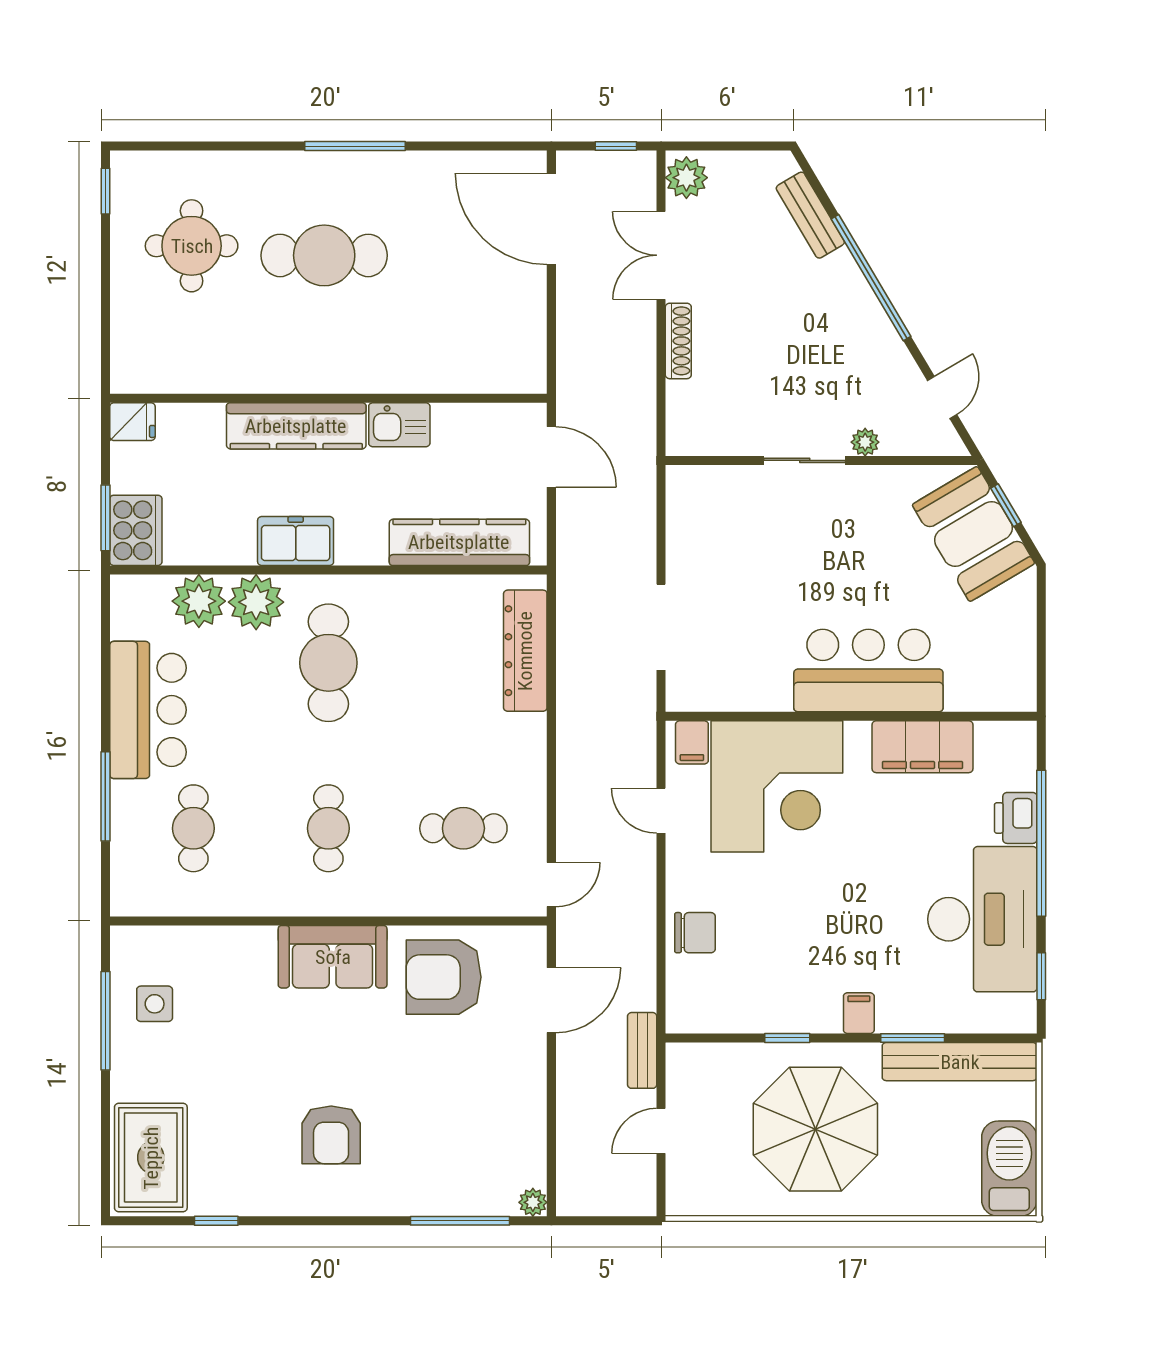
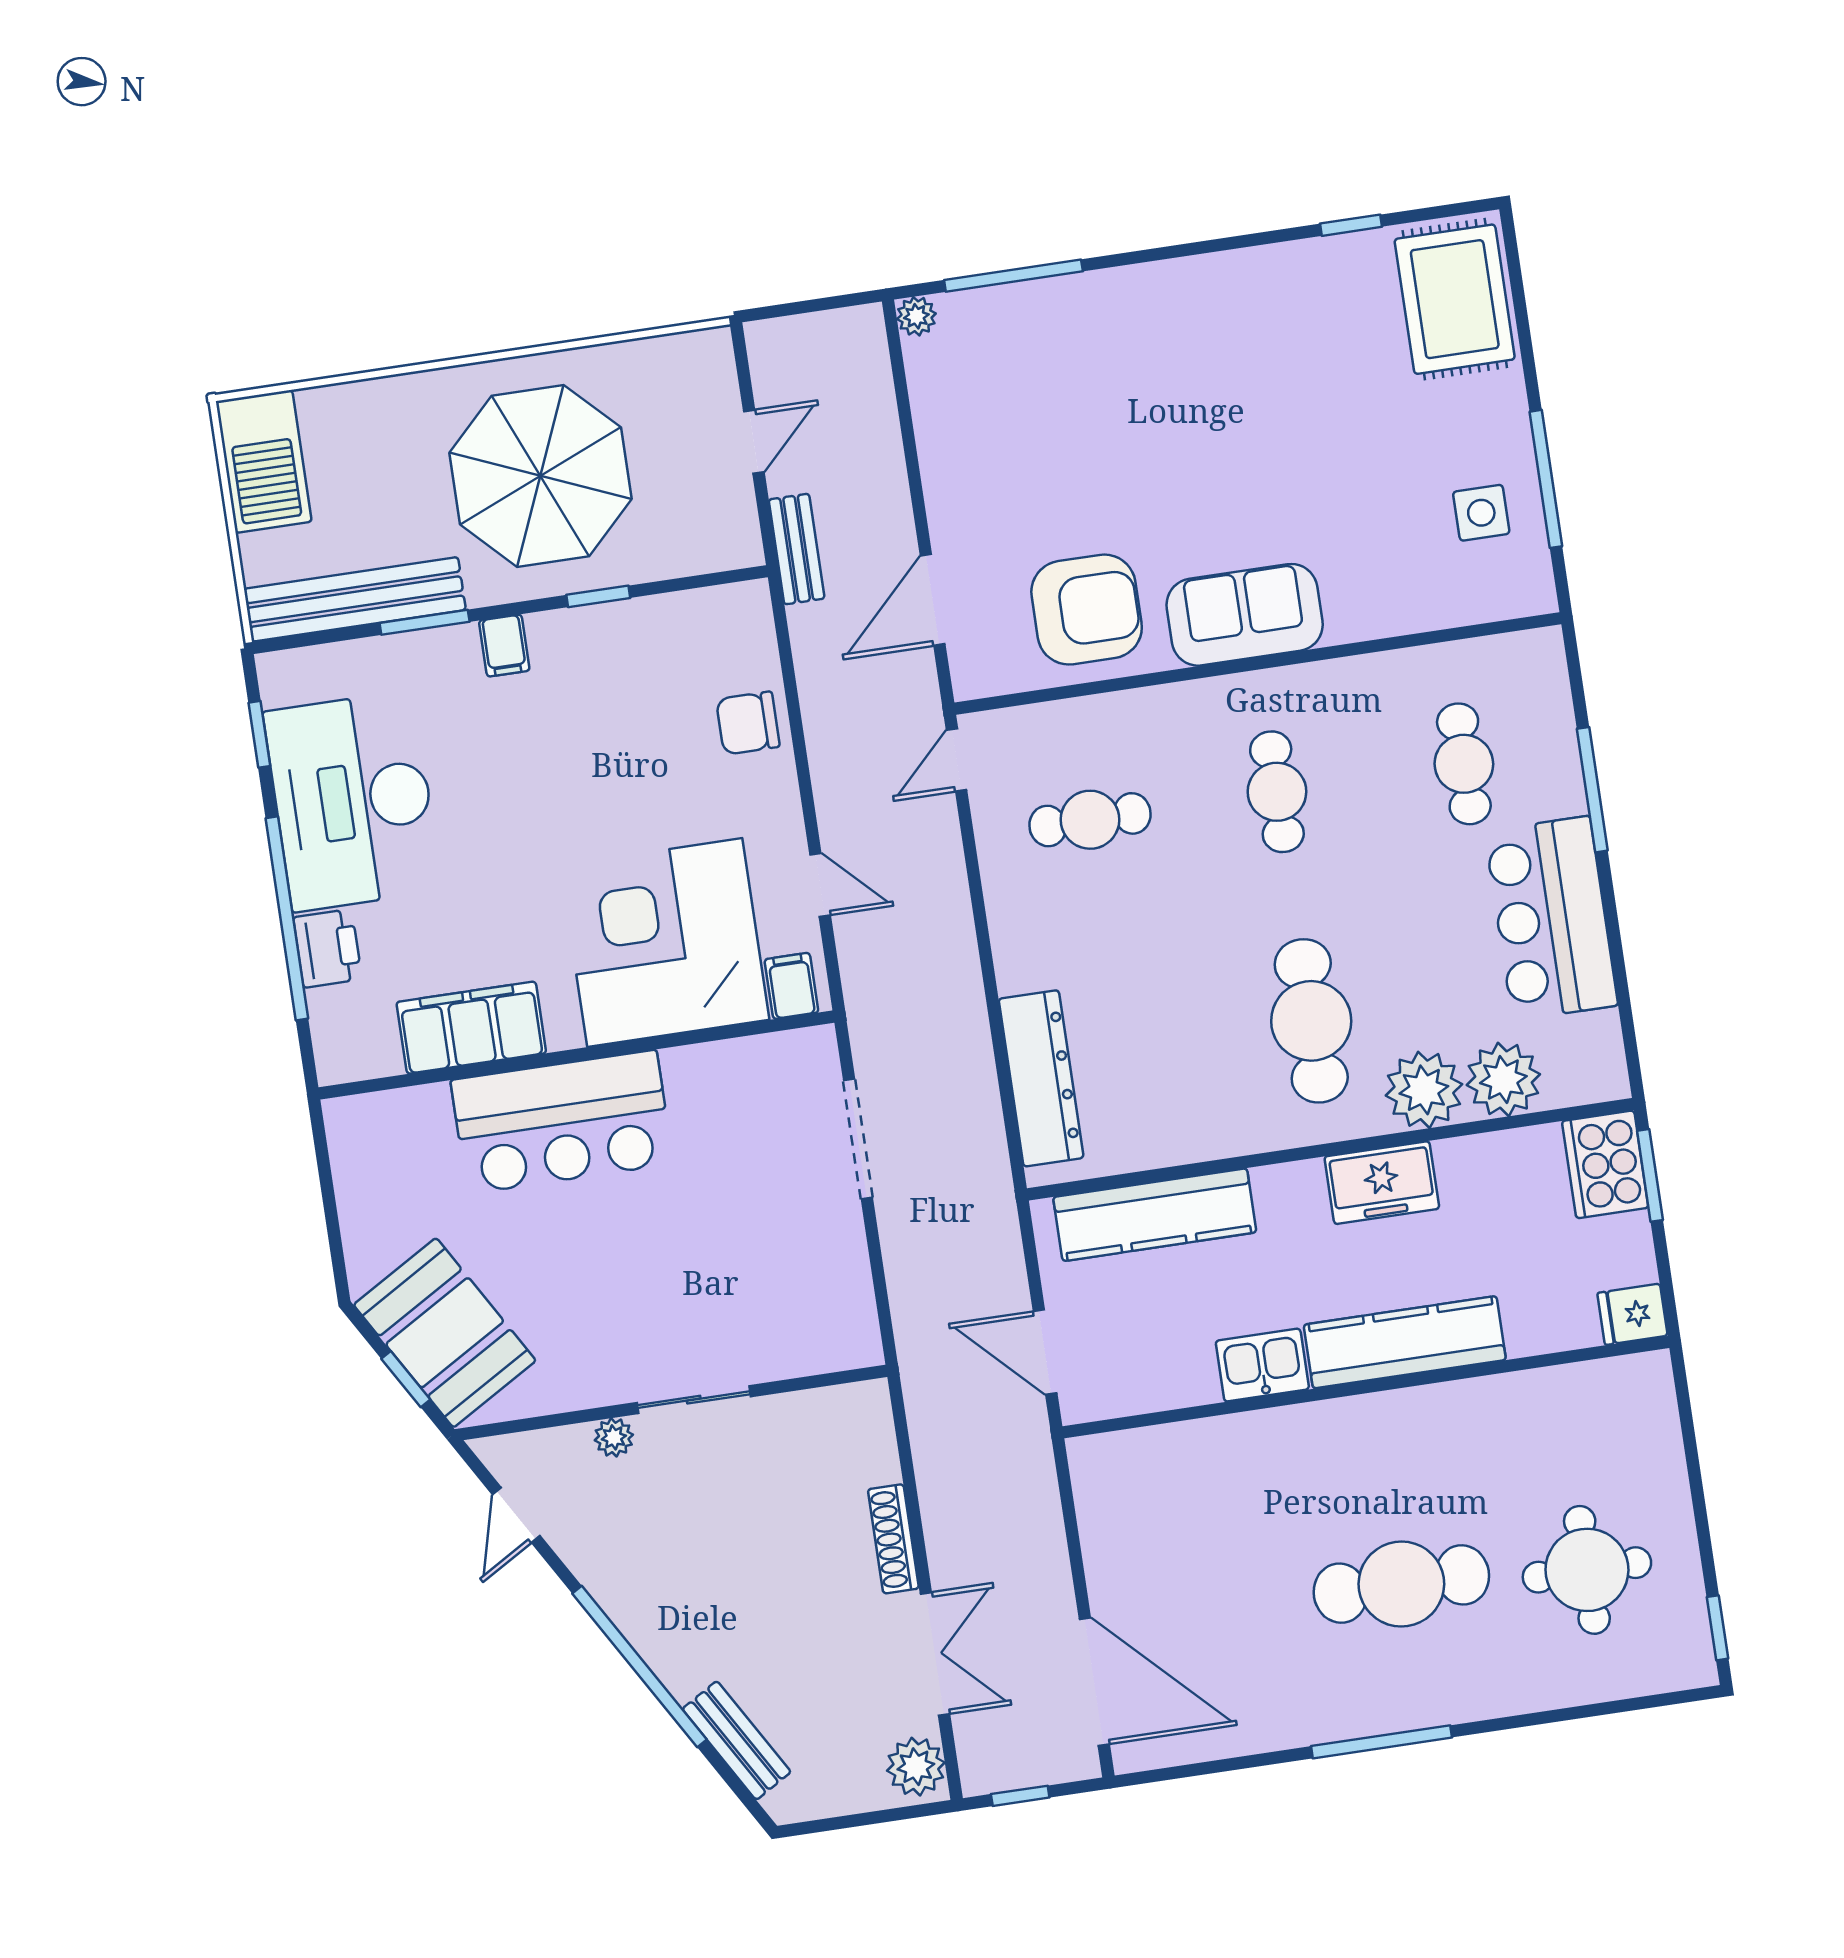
armchair: (331, 1135) -> (1210, 368), removed

